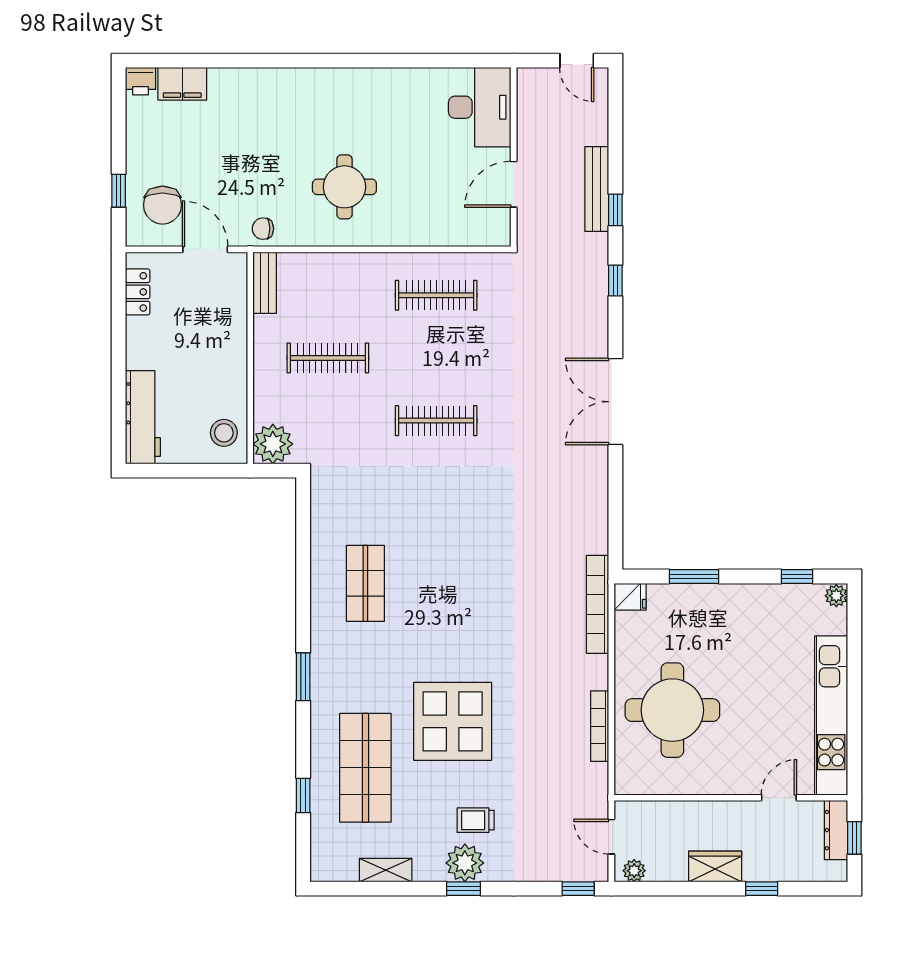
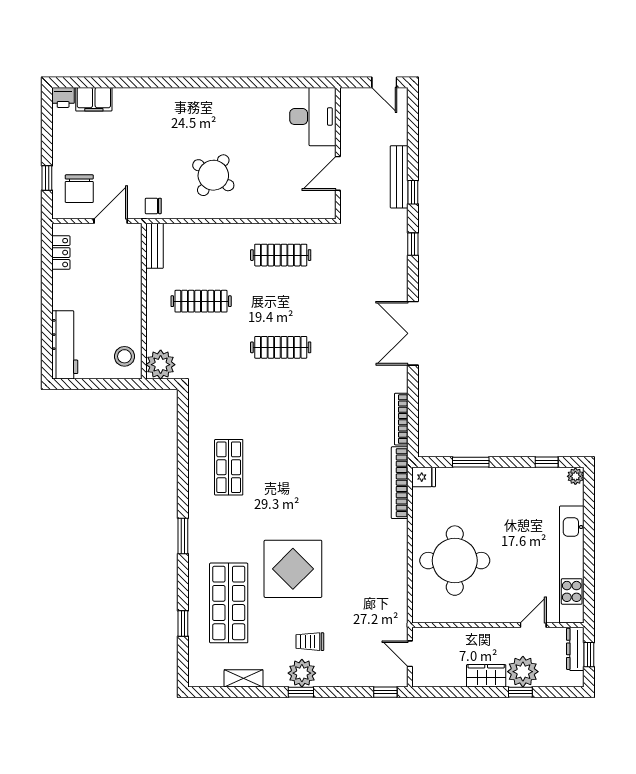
round table: (344, 187) -> (213, 175), turned 34
door: (205, 249) -> (111, 221), hinge flipped
bookcase: (600, 726) -> (401, 419), moved
plant: (634, 871) -> (523, 672), moved, width x1.88, depth x1.88

